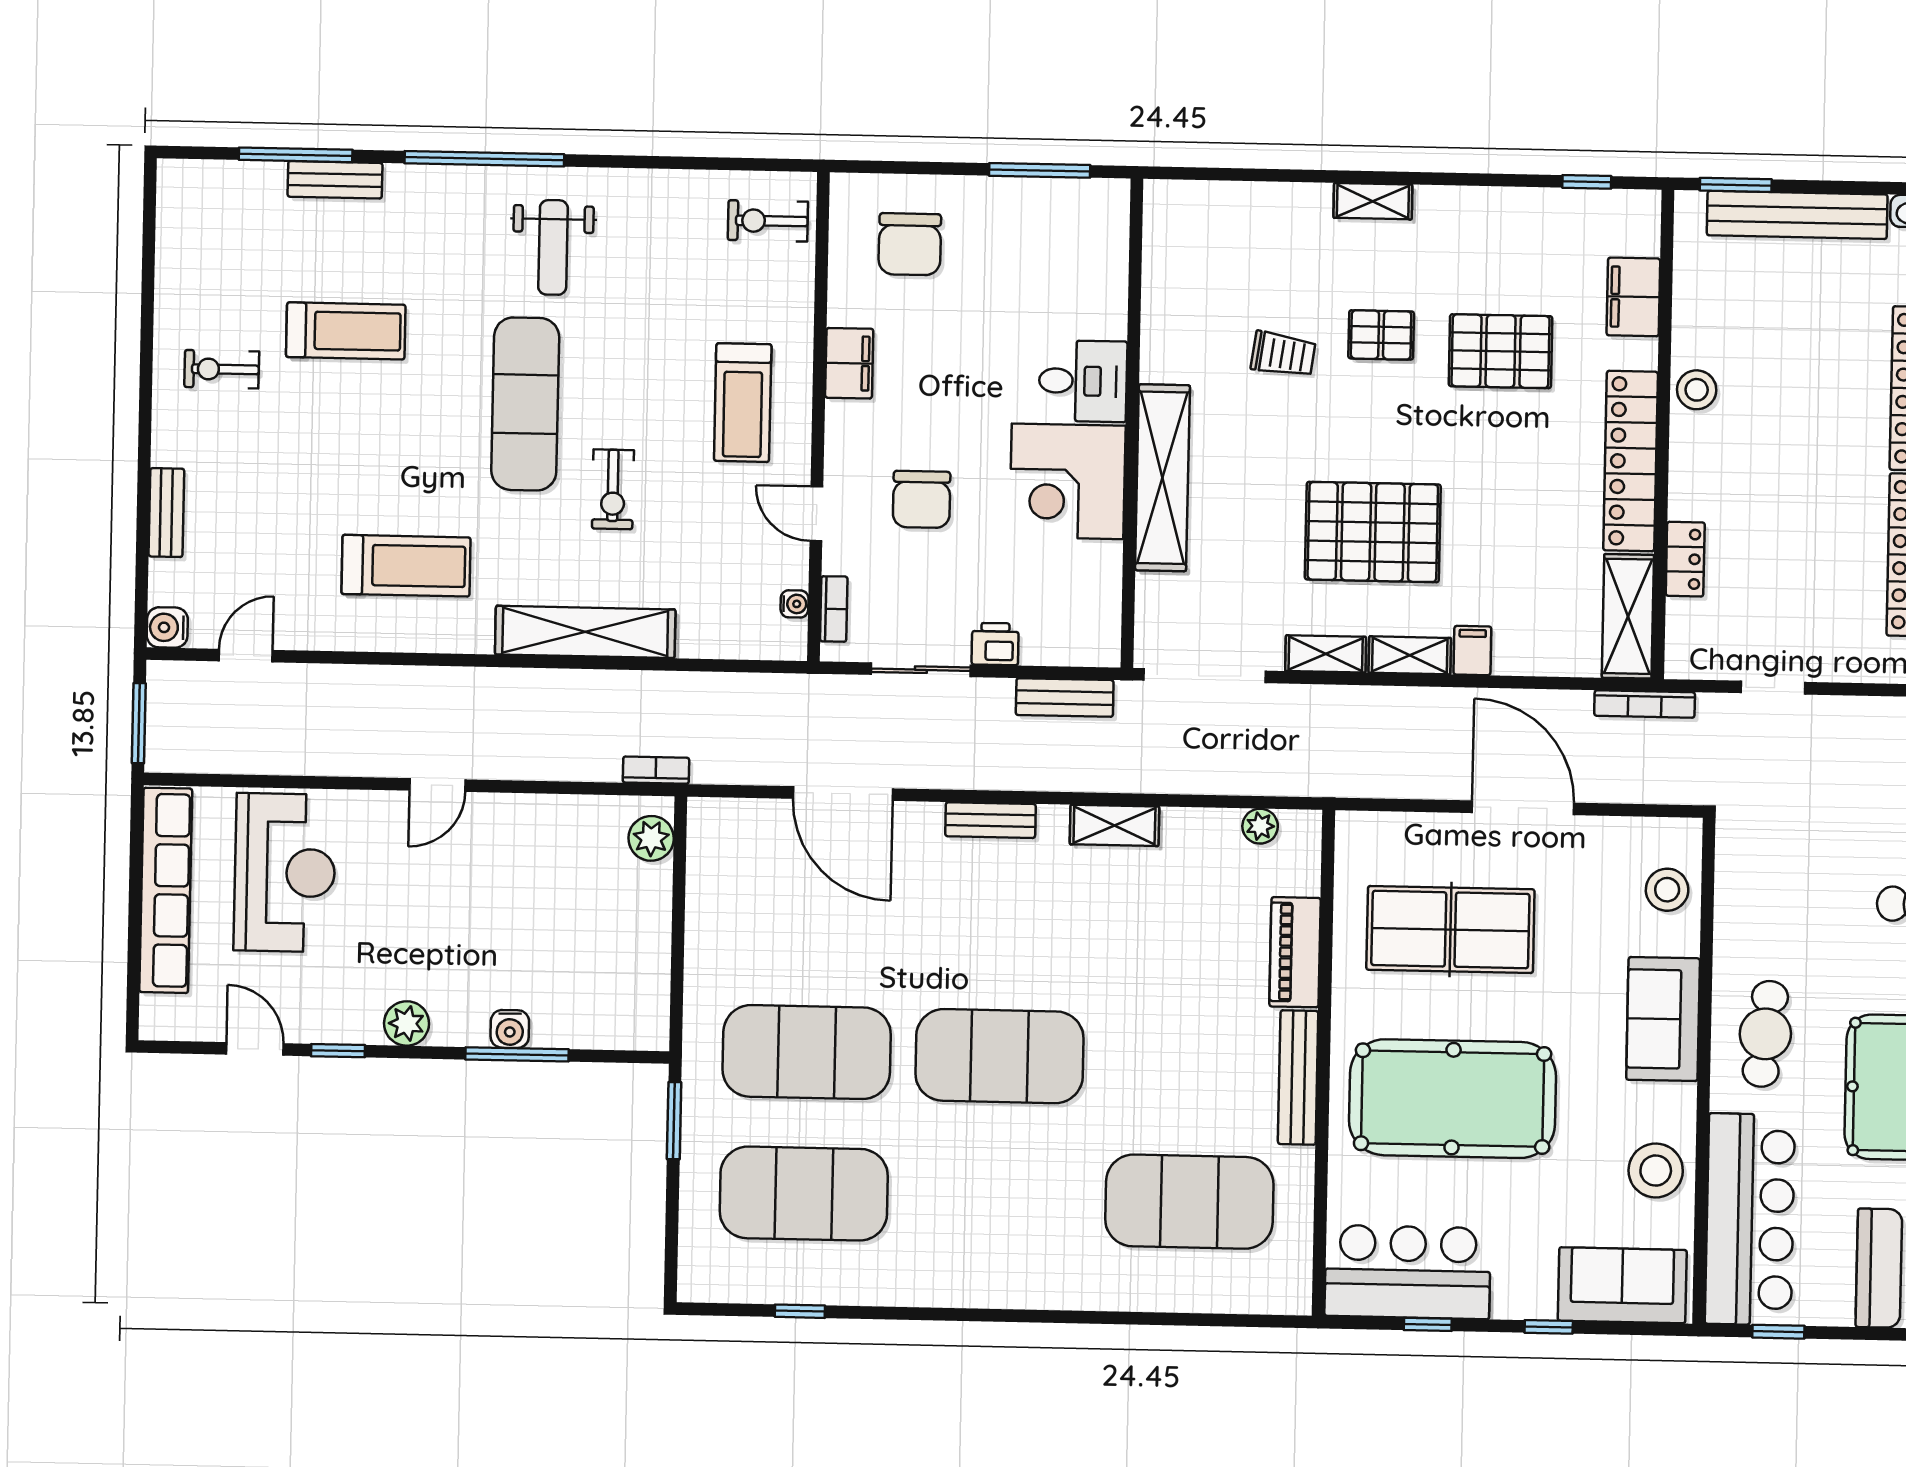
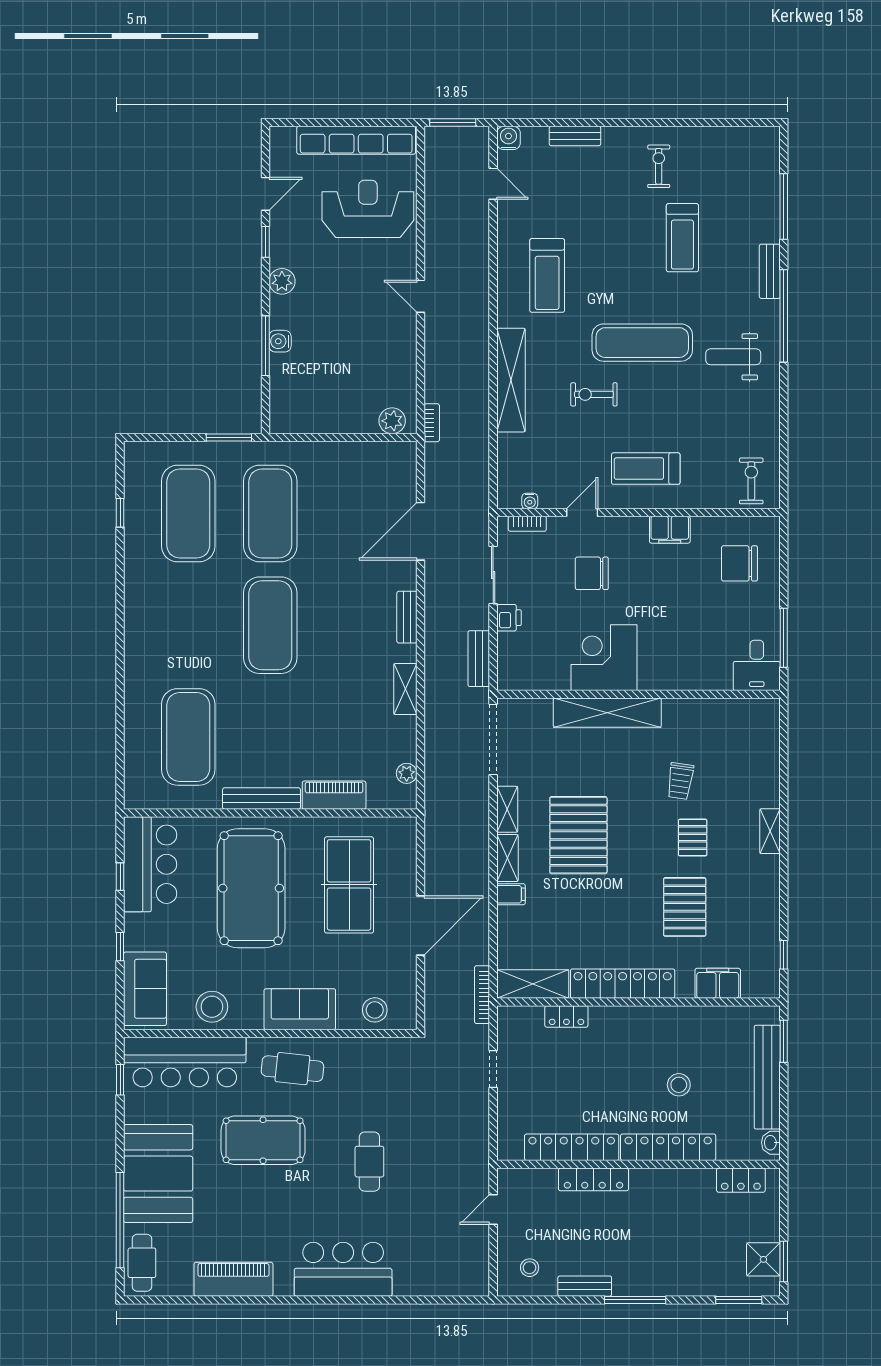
bench: (335, 180) -> (770, 271), moved
desk: (1083, 381) -> (757, 665), moved
stool: (1697, 390) -> (679, 1085), moved
reception desk: (285, 873) -> (368, 209), turned 180

